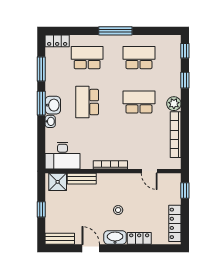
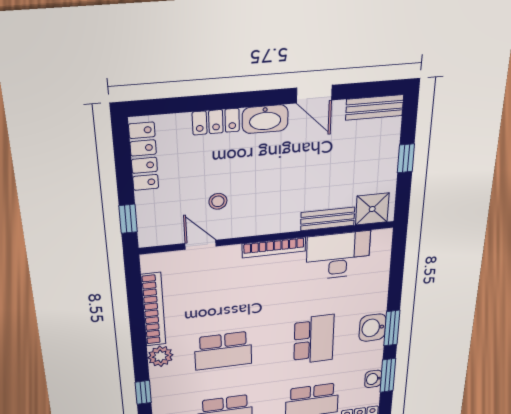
washbasin: (50, 121) -> (373, 379), moved
desk: (63, 156) -> (338, 255), moved
stool: (118, 210) -> (218, 201), moved

